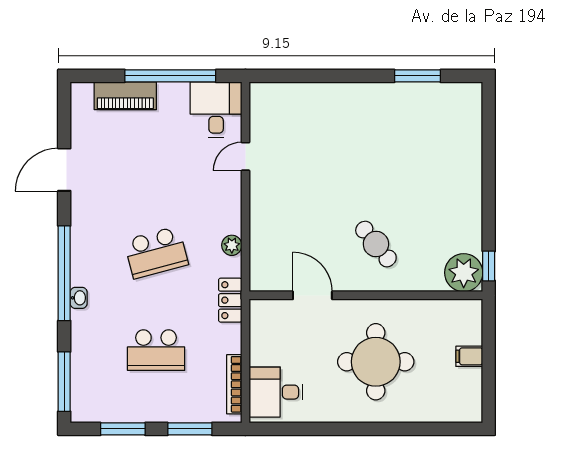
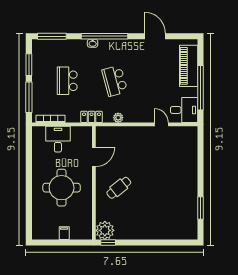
piano: (125, 96) -> (189, 66), width x1.37, depth x1.33
desk: (276, 392) -> (58, 139), moved
window: (190, 429) -> (29, 97), width x1.44

